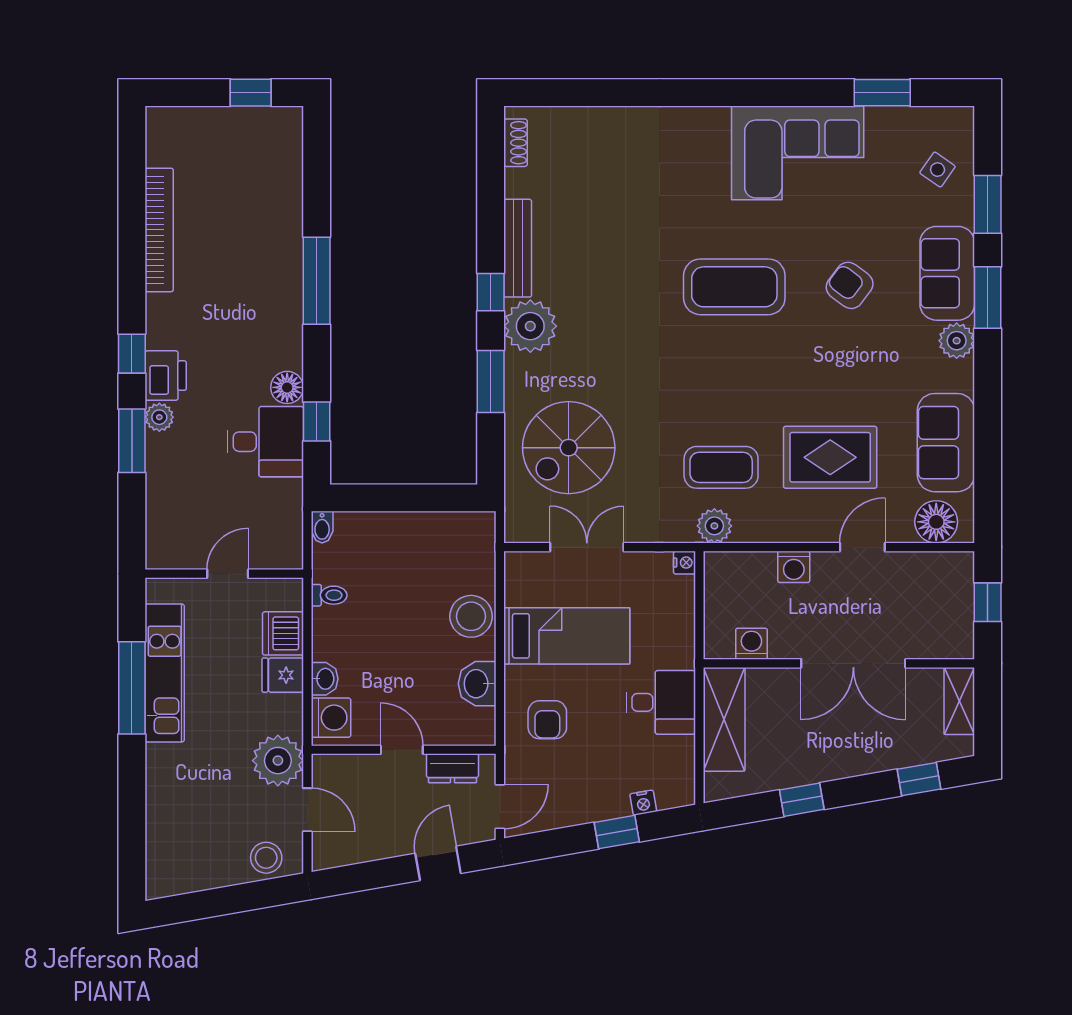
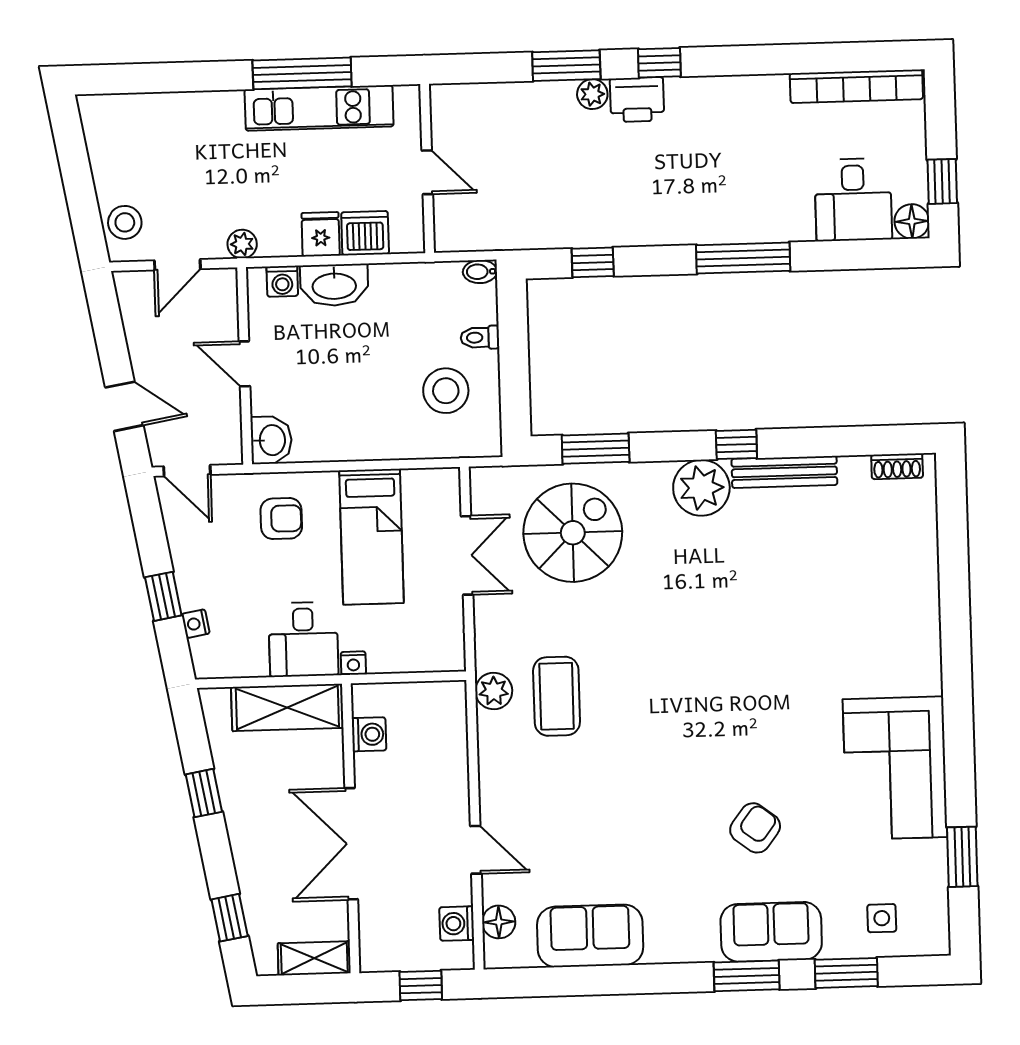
side table: (938, 170) -> (882, 918), turned -35
bookcase: (159, 230) -> (856, 86), moved
coffee table: (734, 287) -> (750, 705), removed
plant: (957, 341) -> (699, 944), removed
window: (491, 381) -> (596, 449), moved
floor lamp: (287, 387) -> (912, 221), moved
desk: (265, 442) -> (853, 200), moved
spiral stairs: (569, 448) -> (573, 533), turned 90
rug: (830, 457) -> (571, 813), removed
floor lamp: (936, 522) -> (499, 922), width x0.73, depth x0.73
nightstand: (684, 563) -> (353, 663), moved
washing machine: (794, 567) -> (457, 924), moved
toilet: (329, 595) -> (480, 337), moved, turned 90
stool: (471, 616) -> (446, 391), moved
washbasin: (325, 679) -> (334, 285), width x1.91, depth x1.45
washbasin: (477, 684) -> (271, 440), moved, turned 90
washing machine: (331, 718) -> (282, 281), width x0.73, depth x0.73
armchair: (547, 720) -> (281, 519), turned 180
door: (402, 750) -> (245, 364), swing flipped
plant: (278, 761) -> (242, 244), width x0.53, depth x0.53
dresser: (452, 768) -> (226, 419), removed

